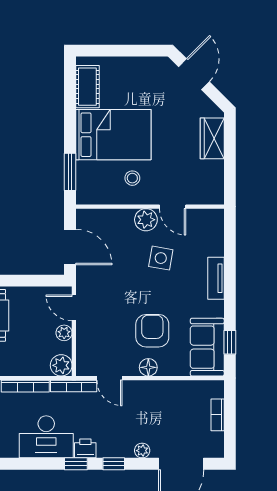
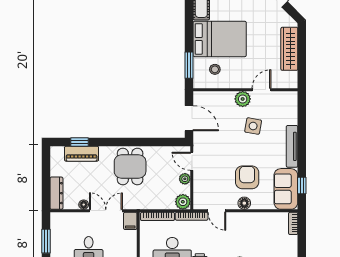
wardrobe: (212, 138) -> (289, 49), width x1.50
stool: (132, 178) -> (215, 69), moved
door: (173, 207) -> (261, 90), swing flipped
tv unit: (216, 278) -> (292, 146), width x1.41
bookcase: (218, 415) -> (293, 223), moved

